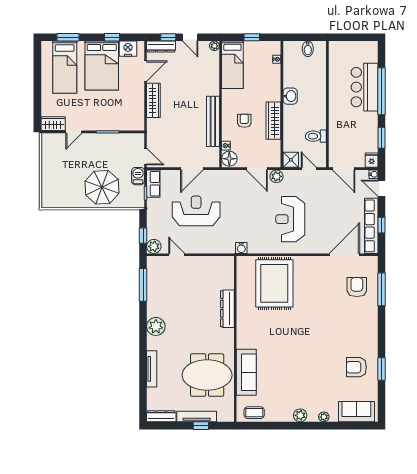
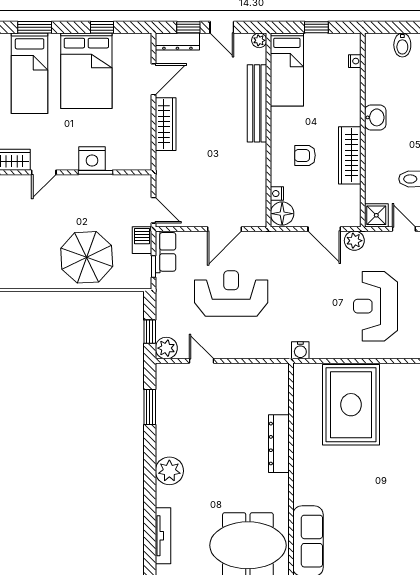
nightstand: (128, 49) -> (92, 159), moved, turned 180
bench: (213, 121) -> (257, 103), moved
armchair: (244, 121) -> (305, 155), turned -90
window: (143, 285) -> (150, 407), width x0.69

